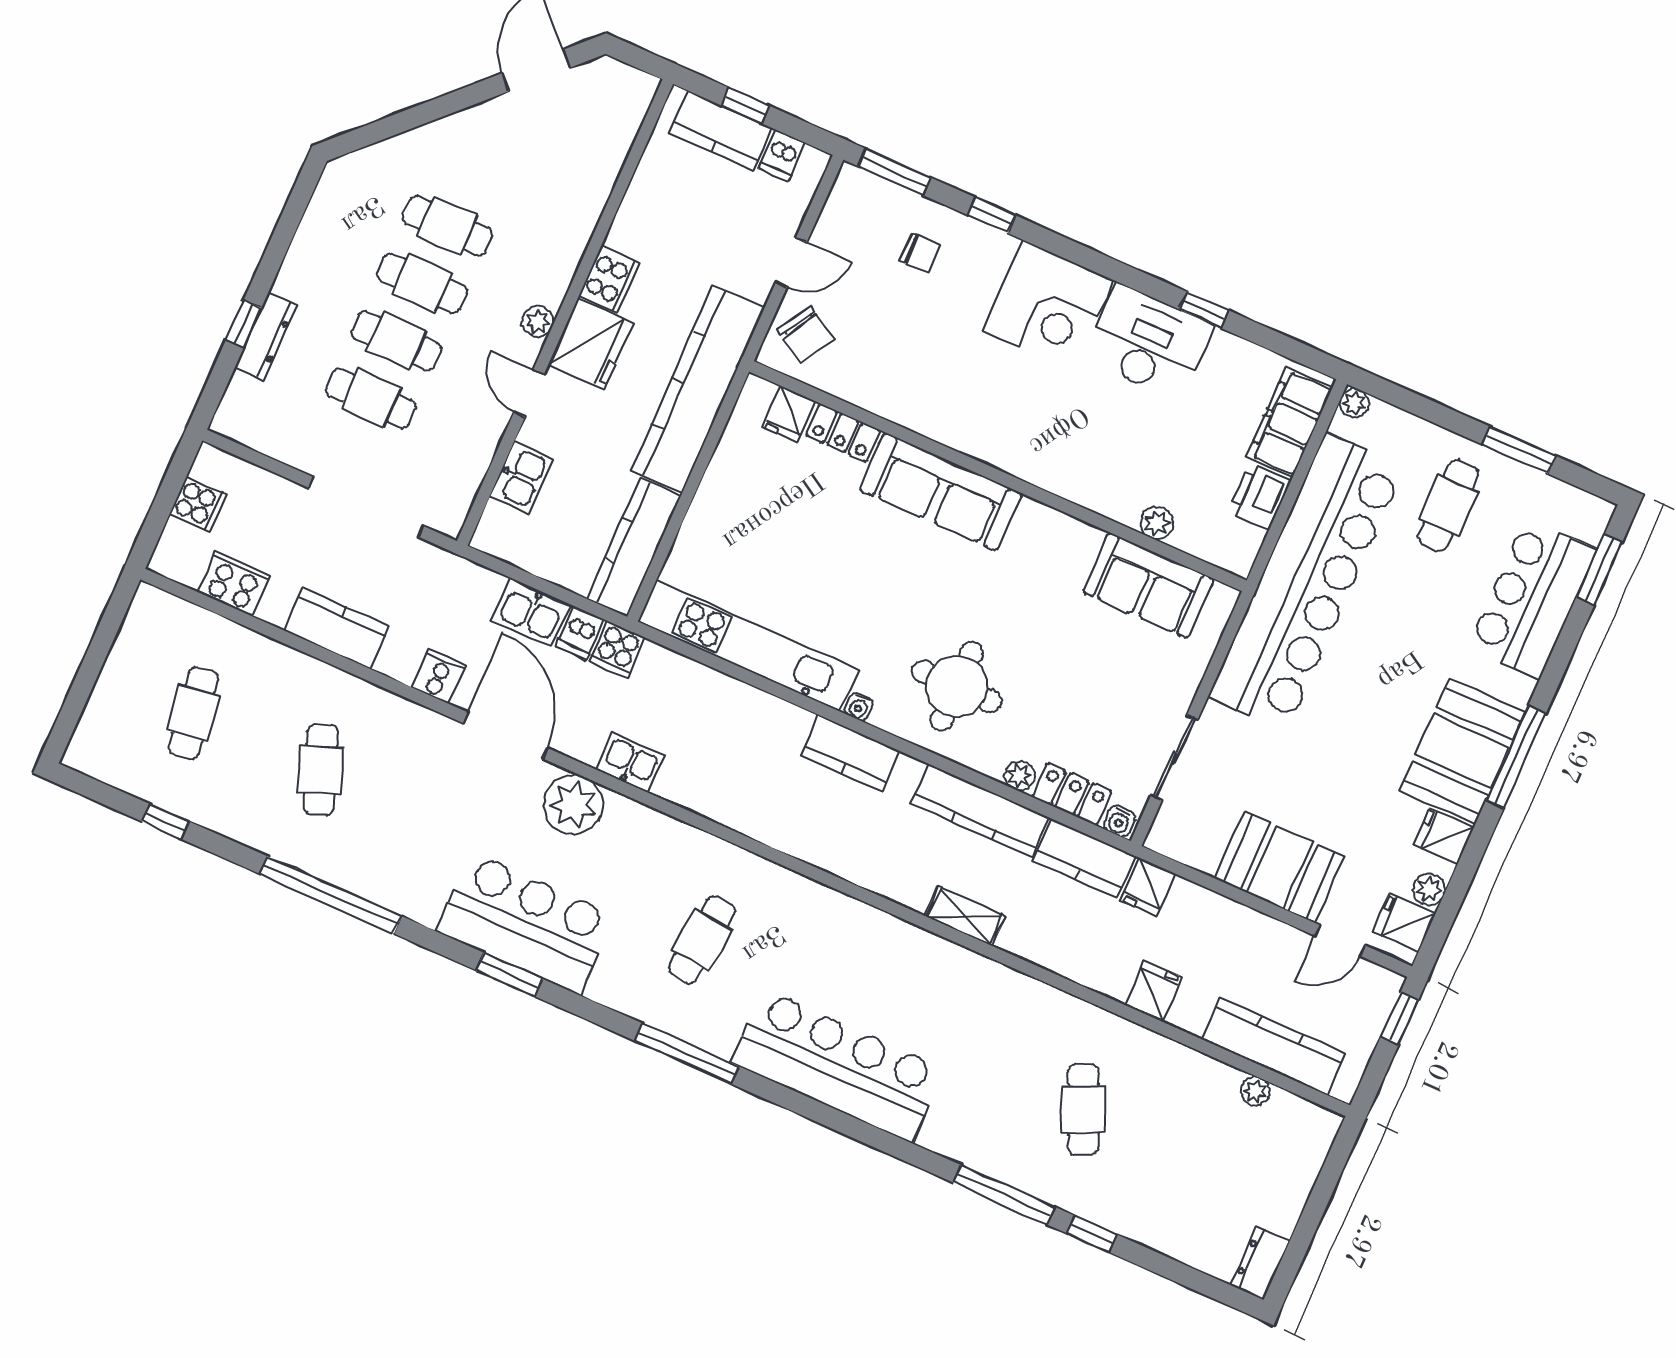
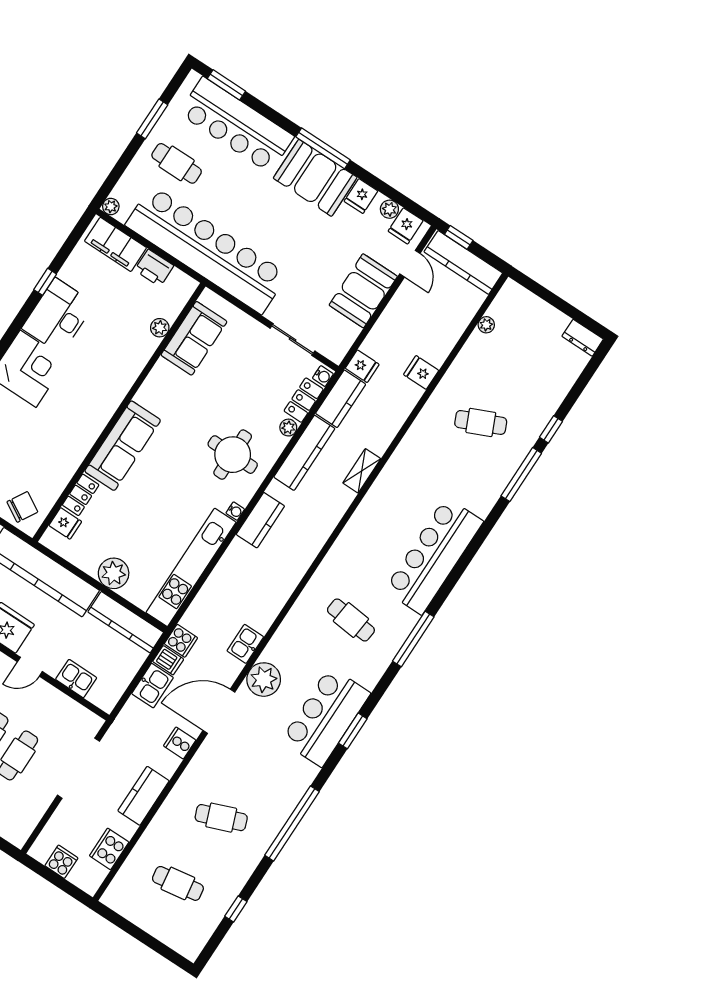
plant: (716, 513) -> (114, 573), added
bar counter: (1533, 599) -> (236, 125), width x1.36
kitchen counter: (1273, 1046) -> (463, 262), moved, turned -90

